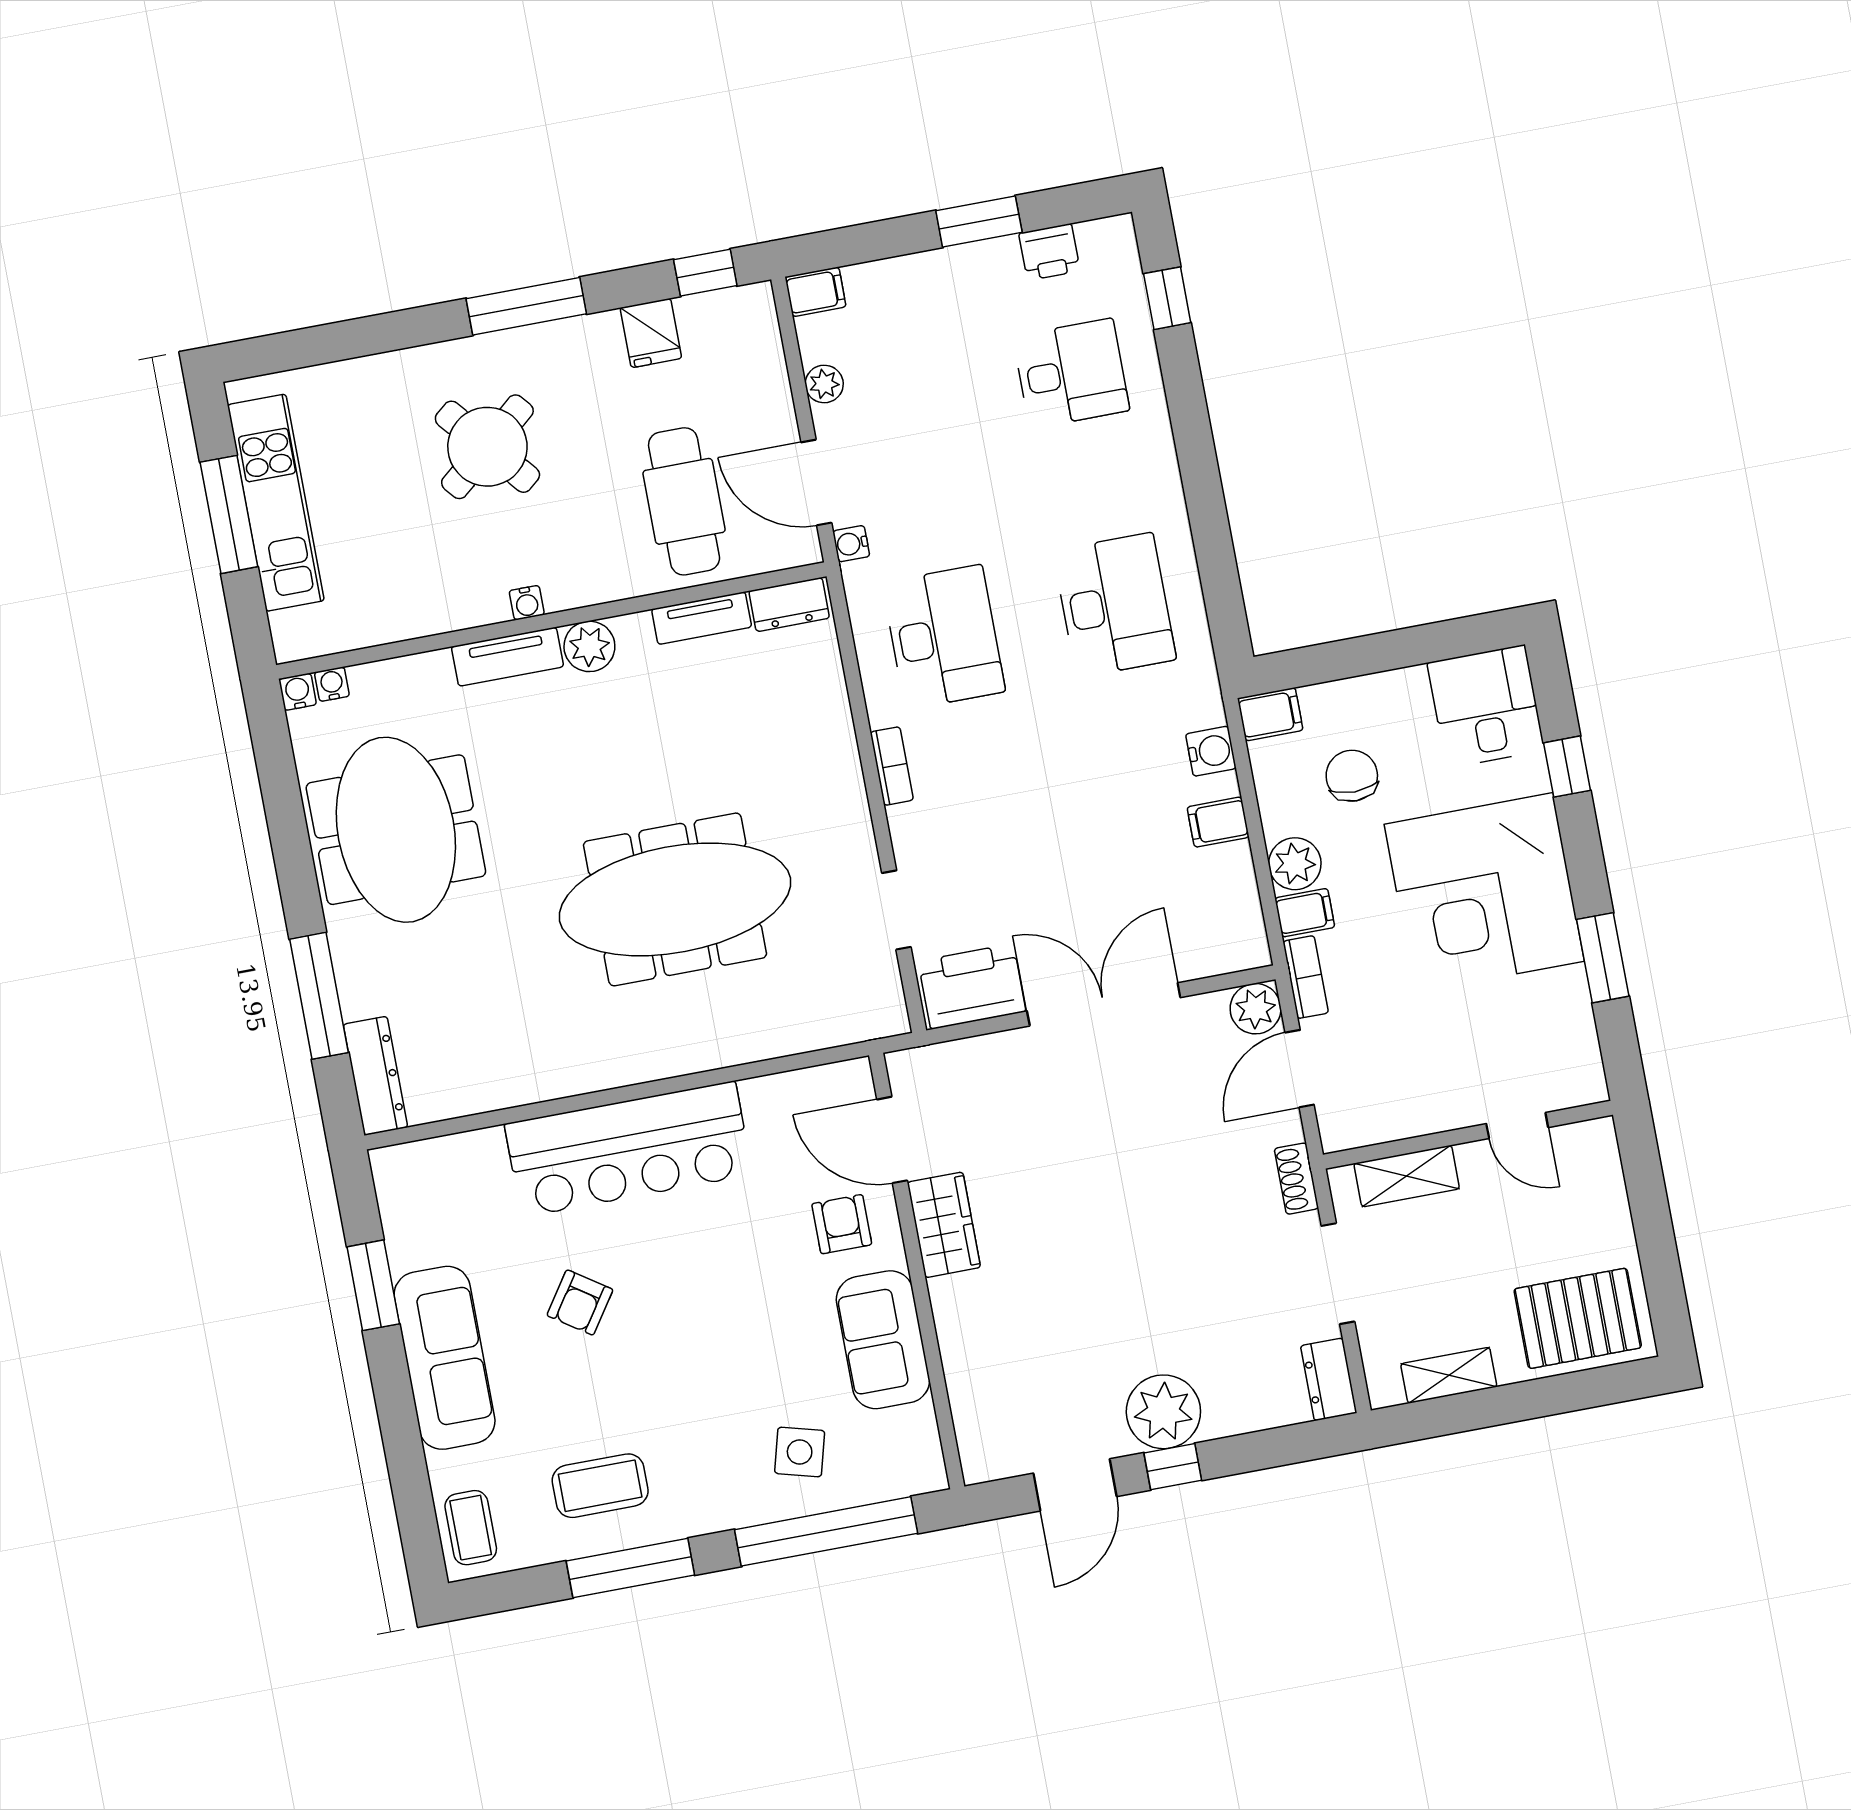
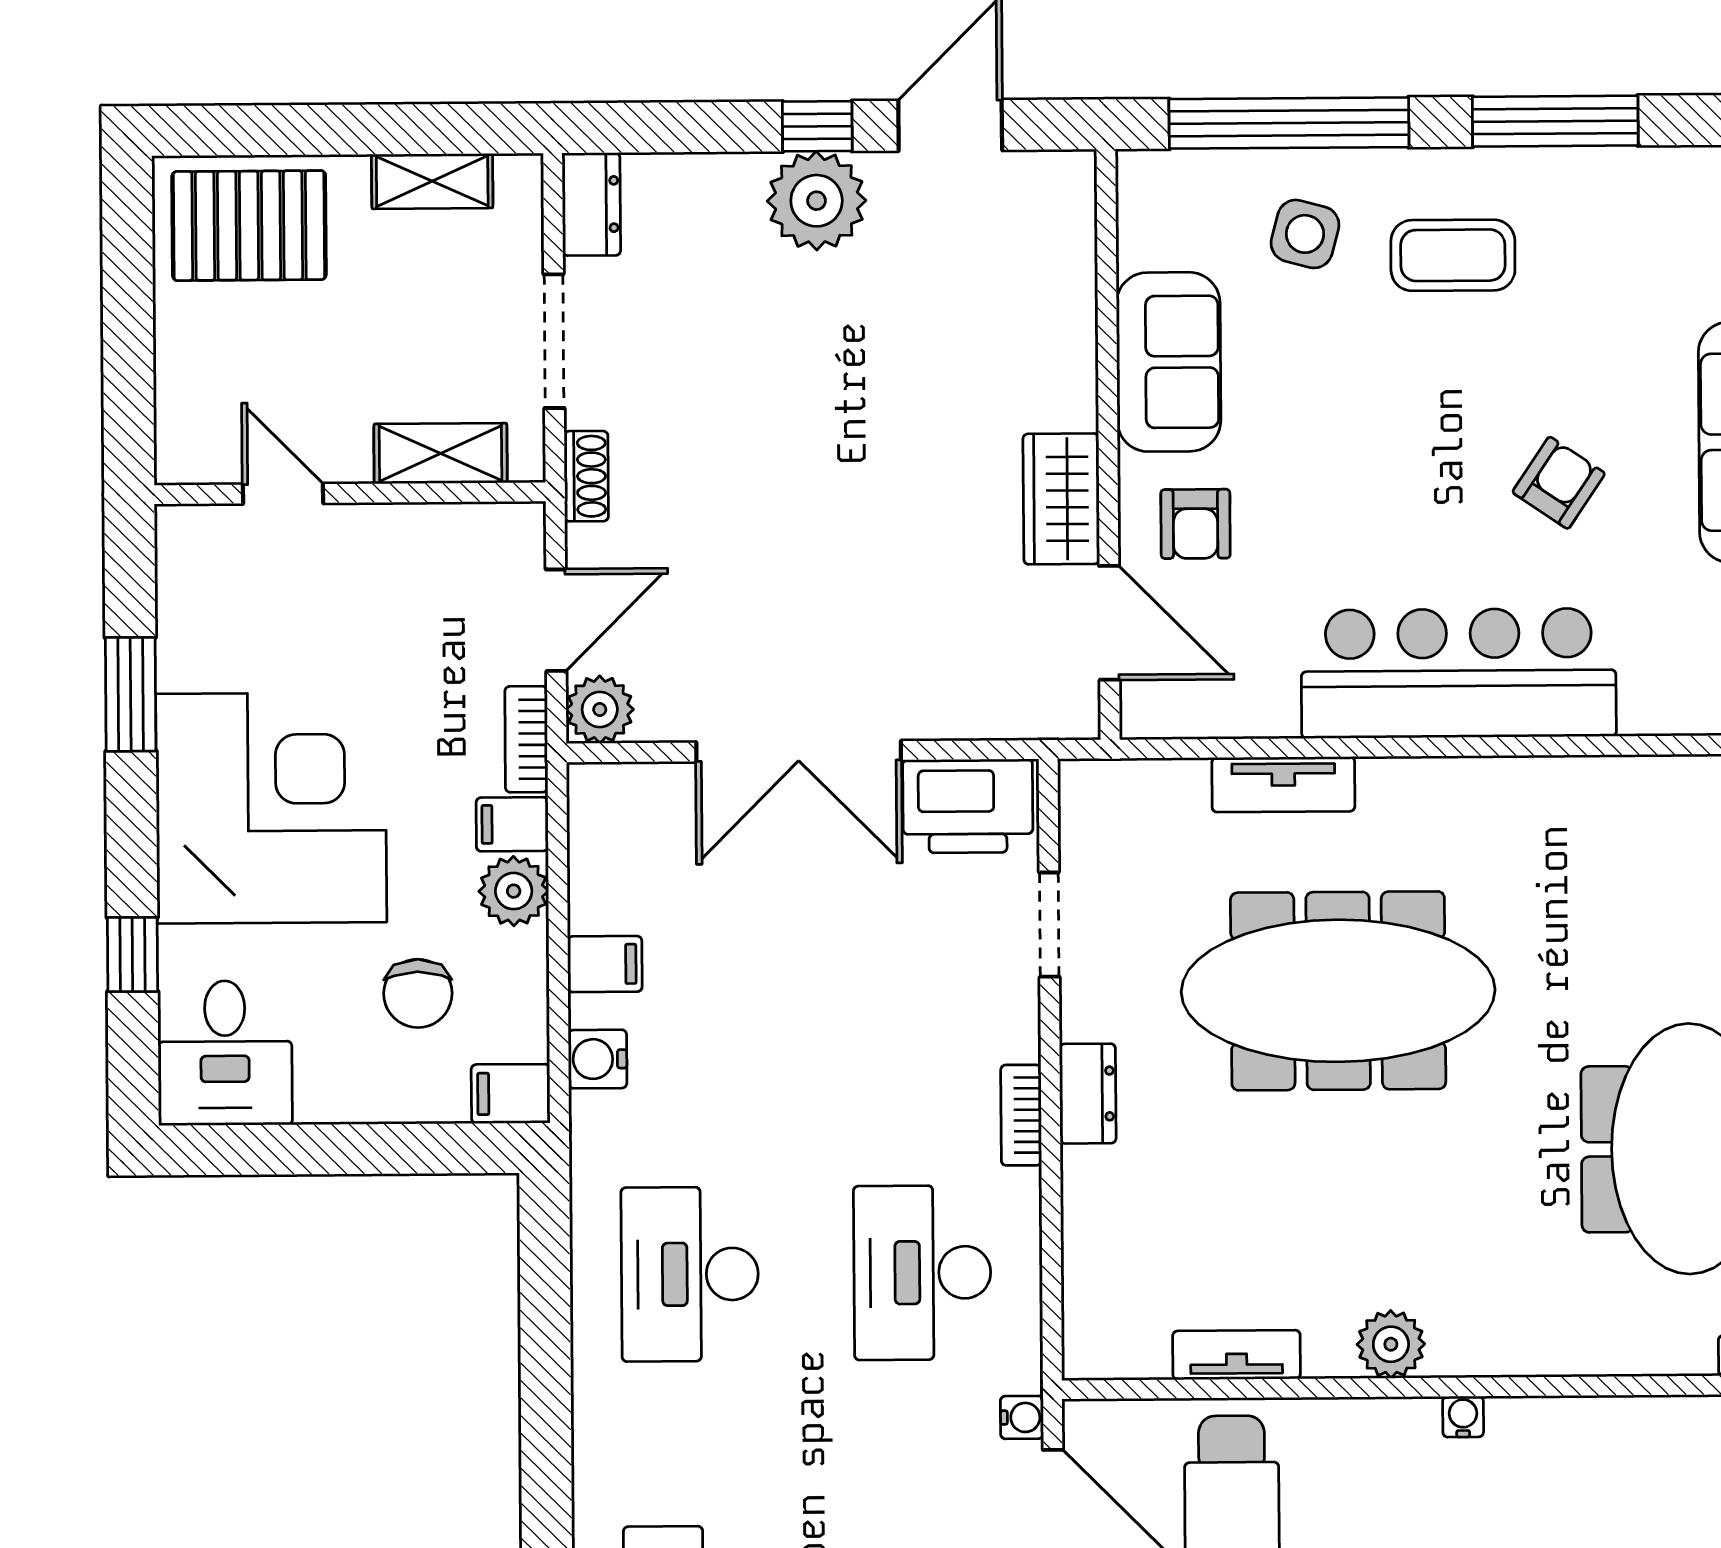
dresser: (789, 605) -> (1088, 1094), moved, turned 90
tv unit: (507, 657) -> (1283, 784), moved, turned 180
coffee table: (600, 1486) -> (1453, 255), moved

